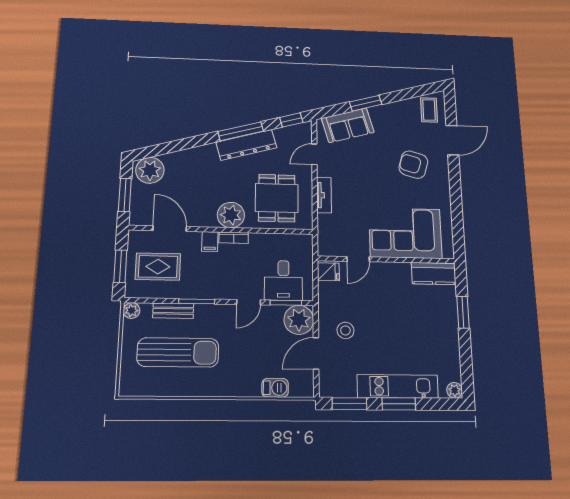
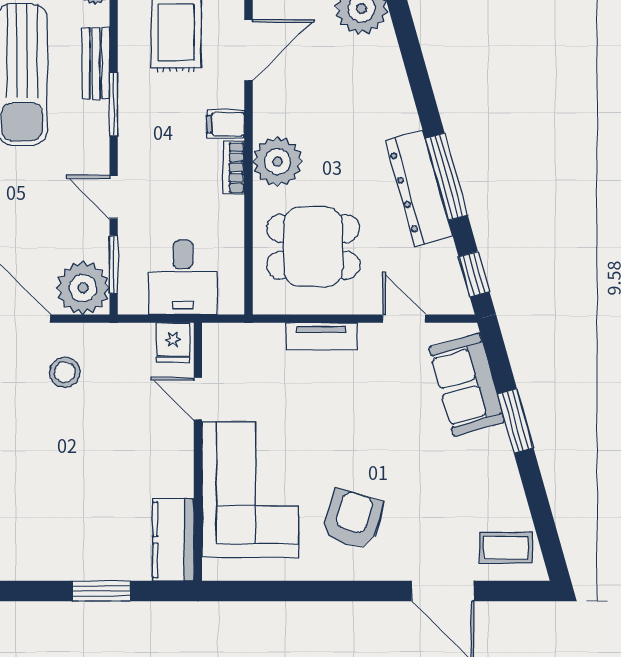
armchair: (413, 165) -> (352, 519), moved
desk: (283, 280) -> (183, 277), moved, turned -90

